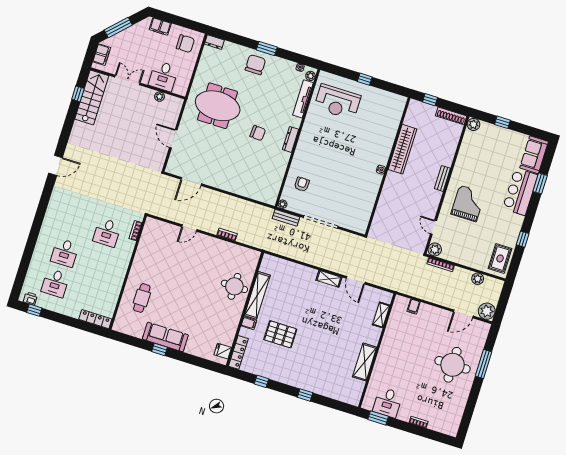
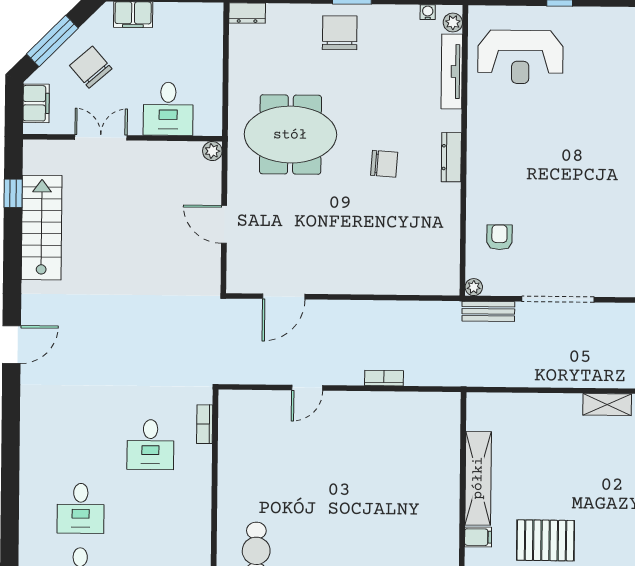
chair: (185, 44) -> (91, 67), moved, turned -131
stairs: (92, 97) -> (42, 228), moved
plant: (159, 97) -> (212, 151), moved
round table: (234, 286) -> (429, 474), removed

